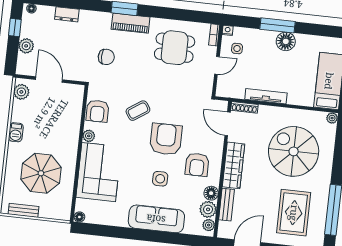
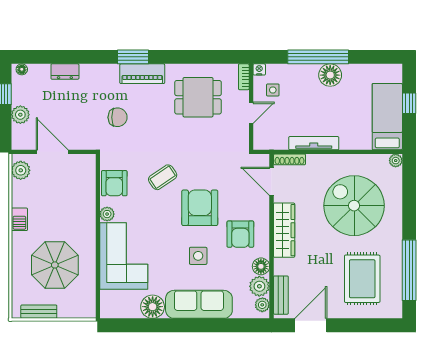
window: (277, 25) -> (318, 57), width x1.46
bench: (226, 205) -> (281, 295), moved
floor lamp: (79, 217) -> (153, 307), moved, width x1.89, depth x1.89

